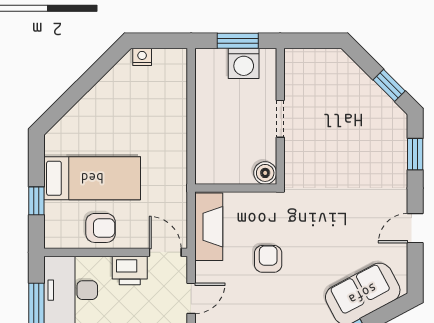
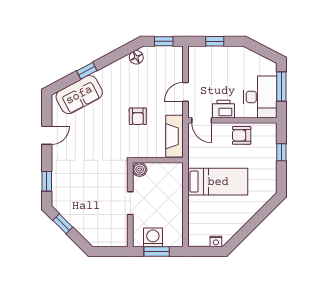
bed: (92, 178) -> (218, 182), moved, turned 180

